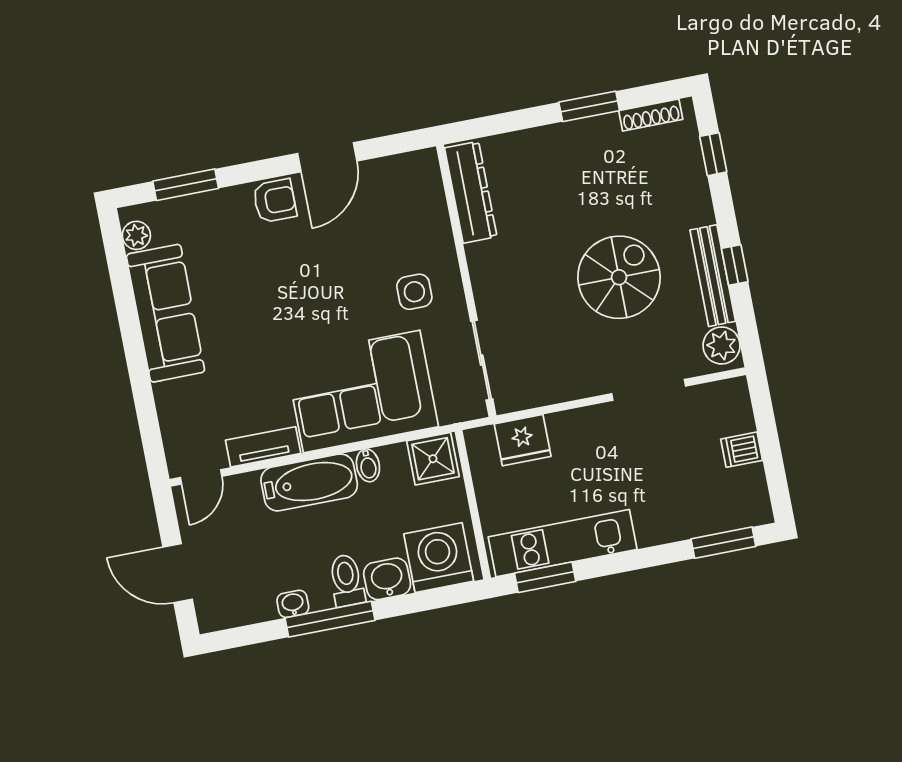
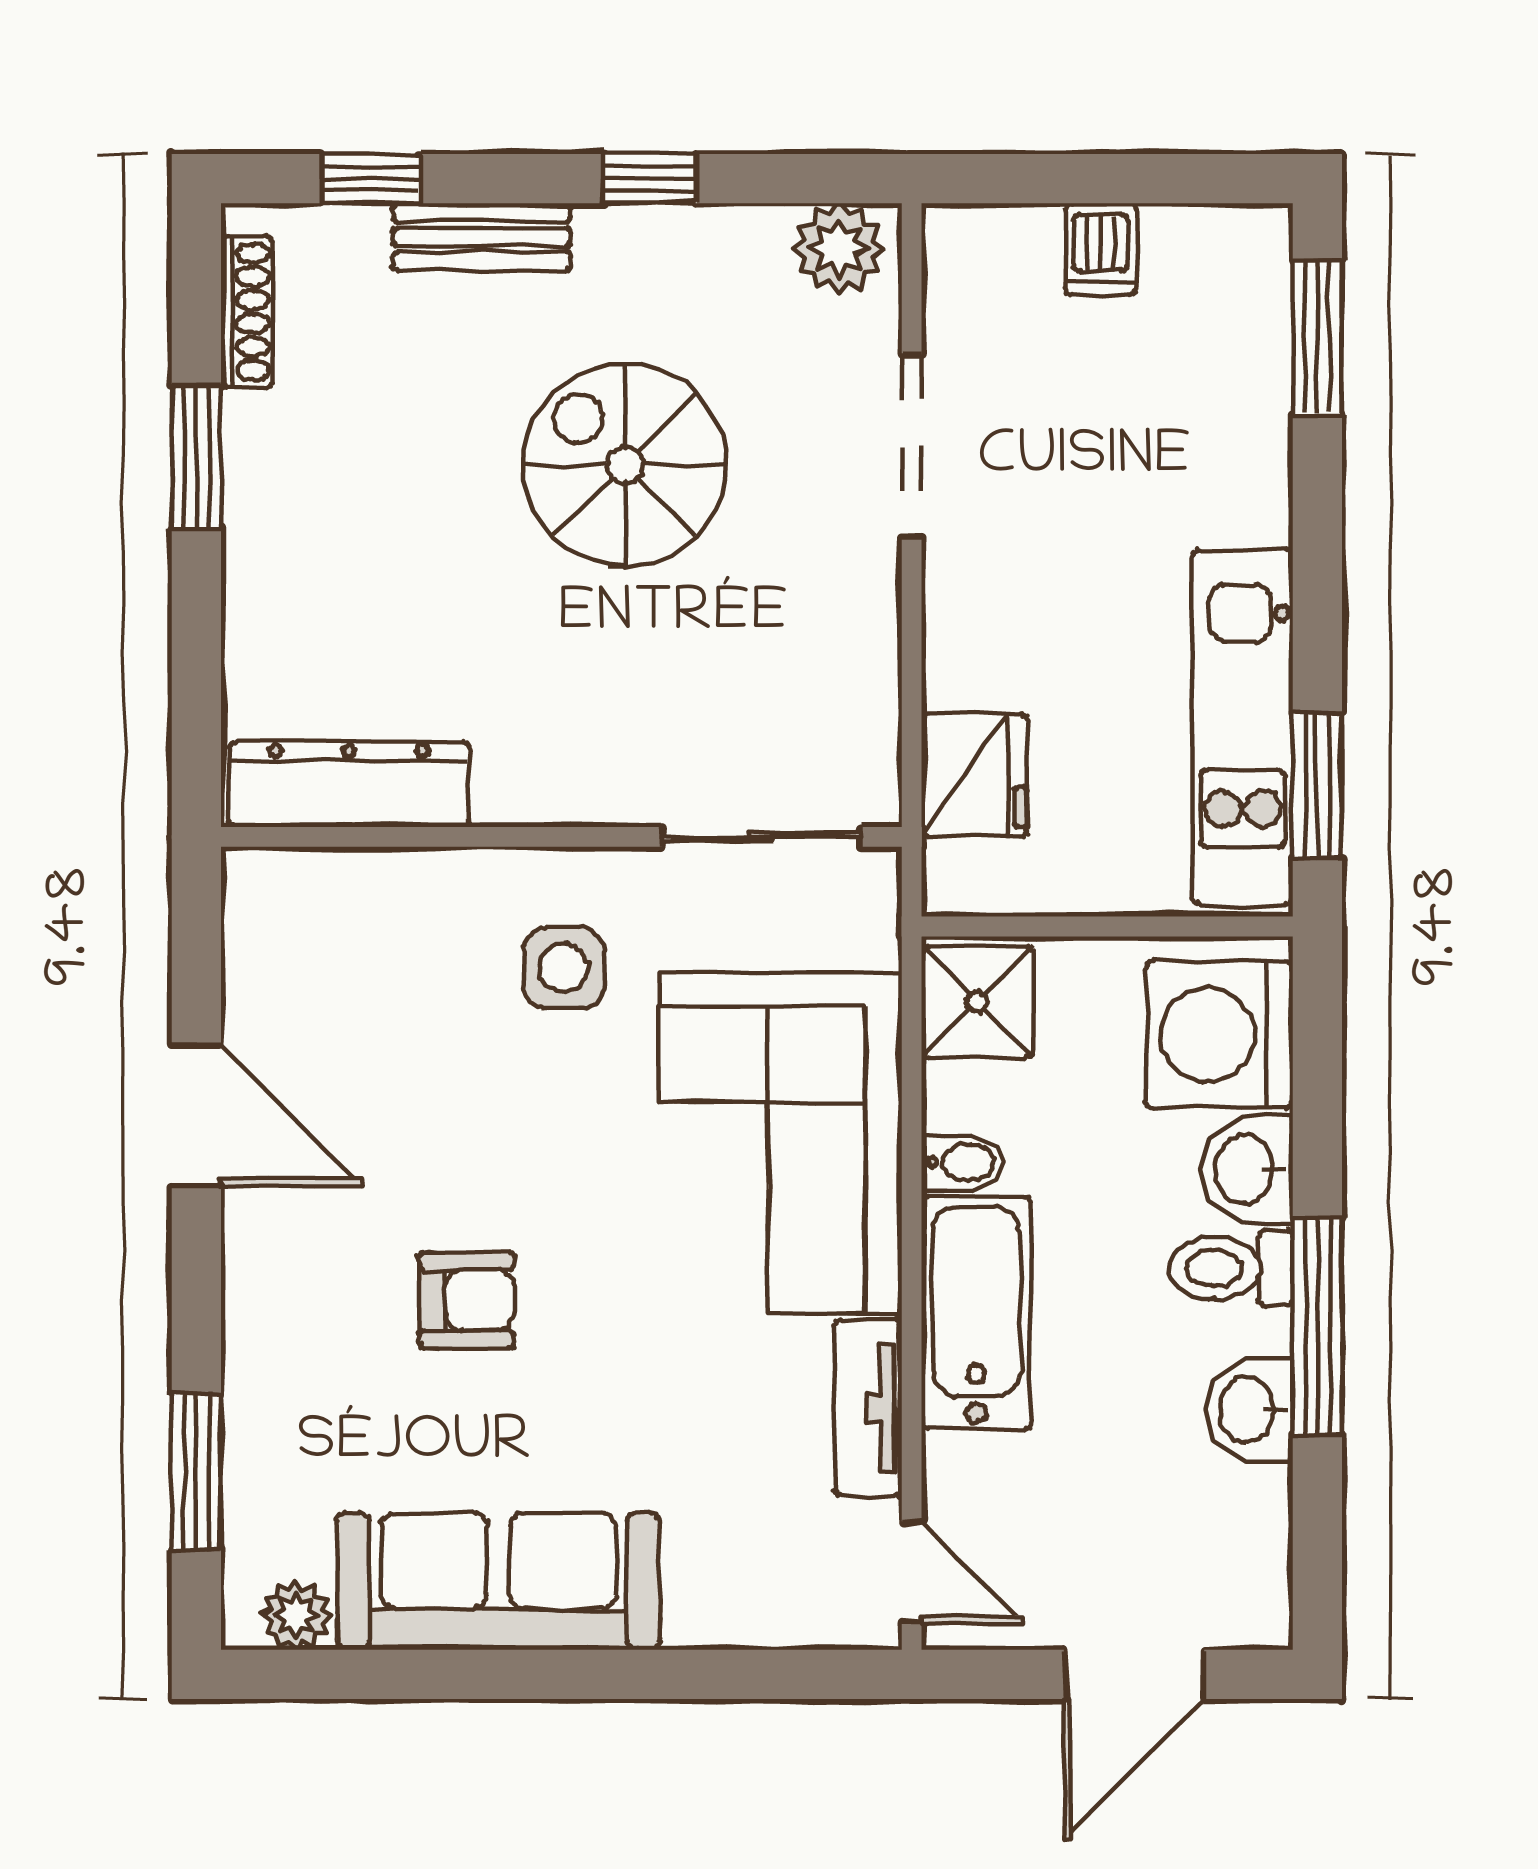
armchair: (275, 201) -> (467, 1300), moved, turned 90
bench: (713, 276) -> (482, 237), moved, width x0.73
washbasin: (293, 604) -> (1249, 1410), width x1.38, depth x1.45

